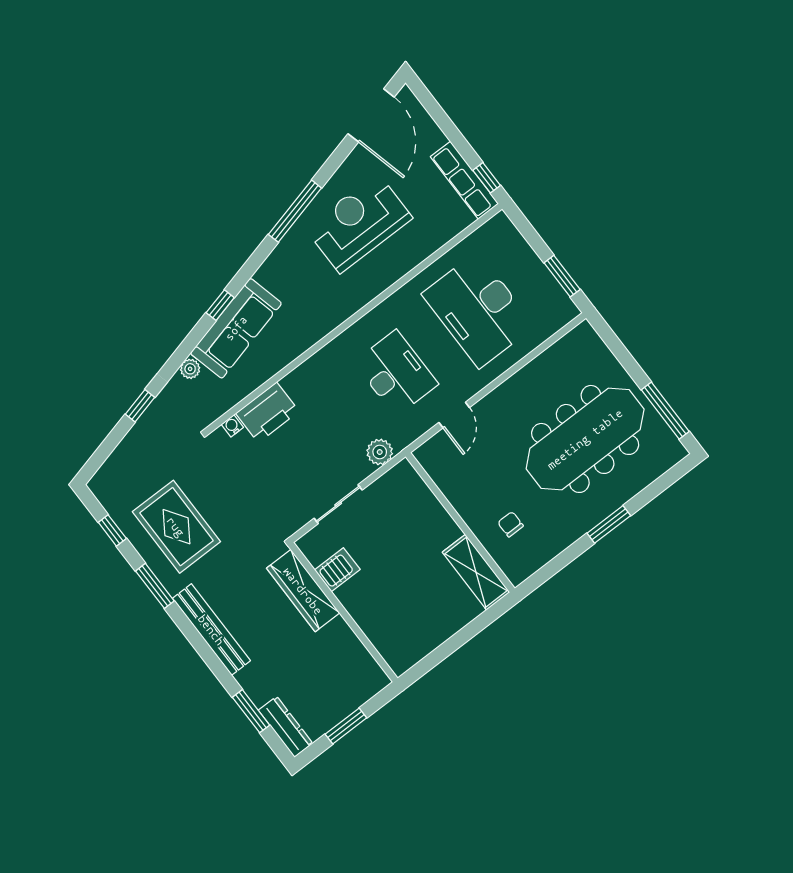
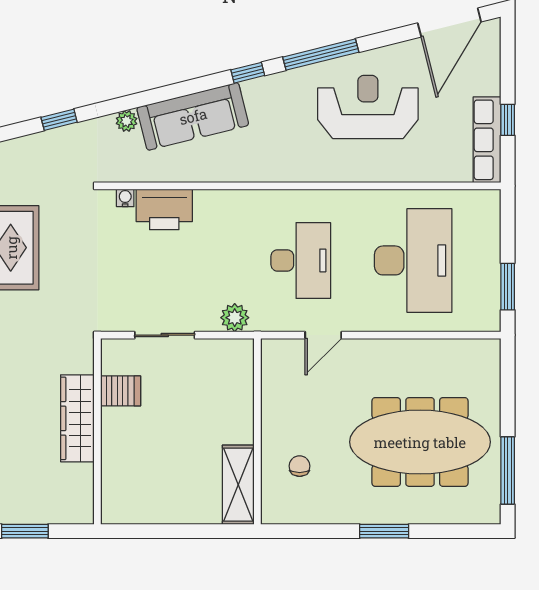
window: (487, 178) -> (508, 120), moved
window: (220, 305) -> (248, 73), moved
desk: (478, 310) -> (413, 260), turned 180
wardrobe: (303, 591) -> (77, 418), moved

